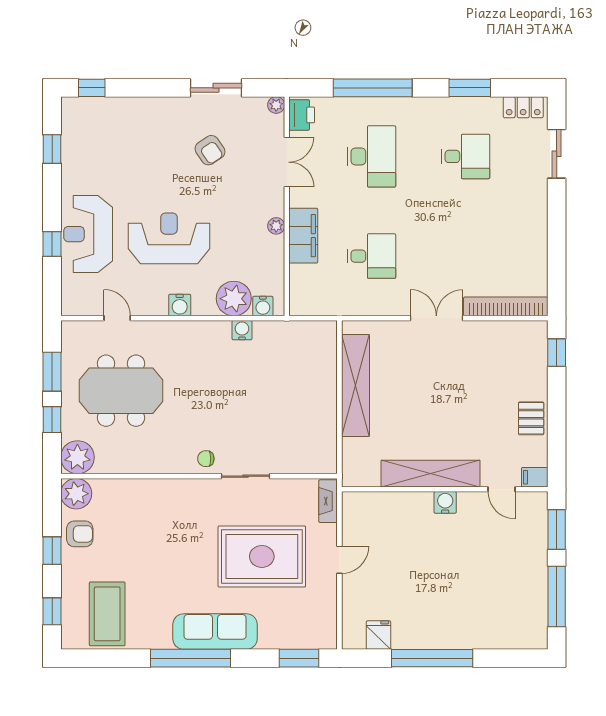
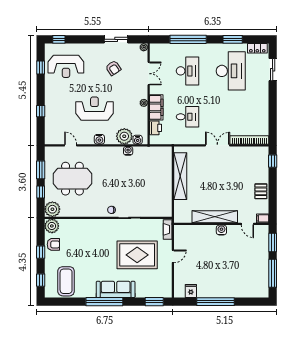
printer: (302, 115) -> (155, 128), moved
desk: (465, 156) -> (231, 71), width x1.87, depth x1.30
reception desk: (88, 234) -> (66, 66), moved, turned -90

